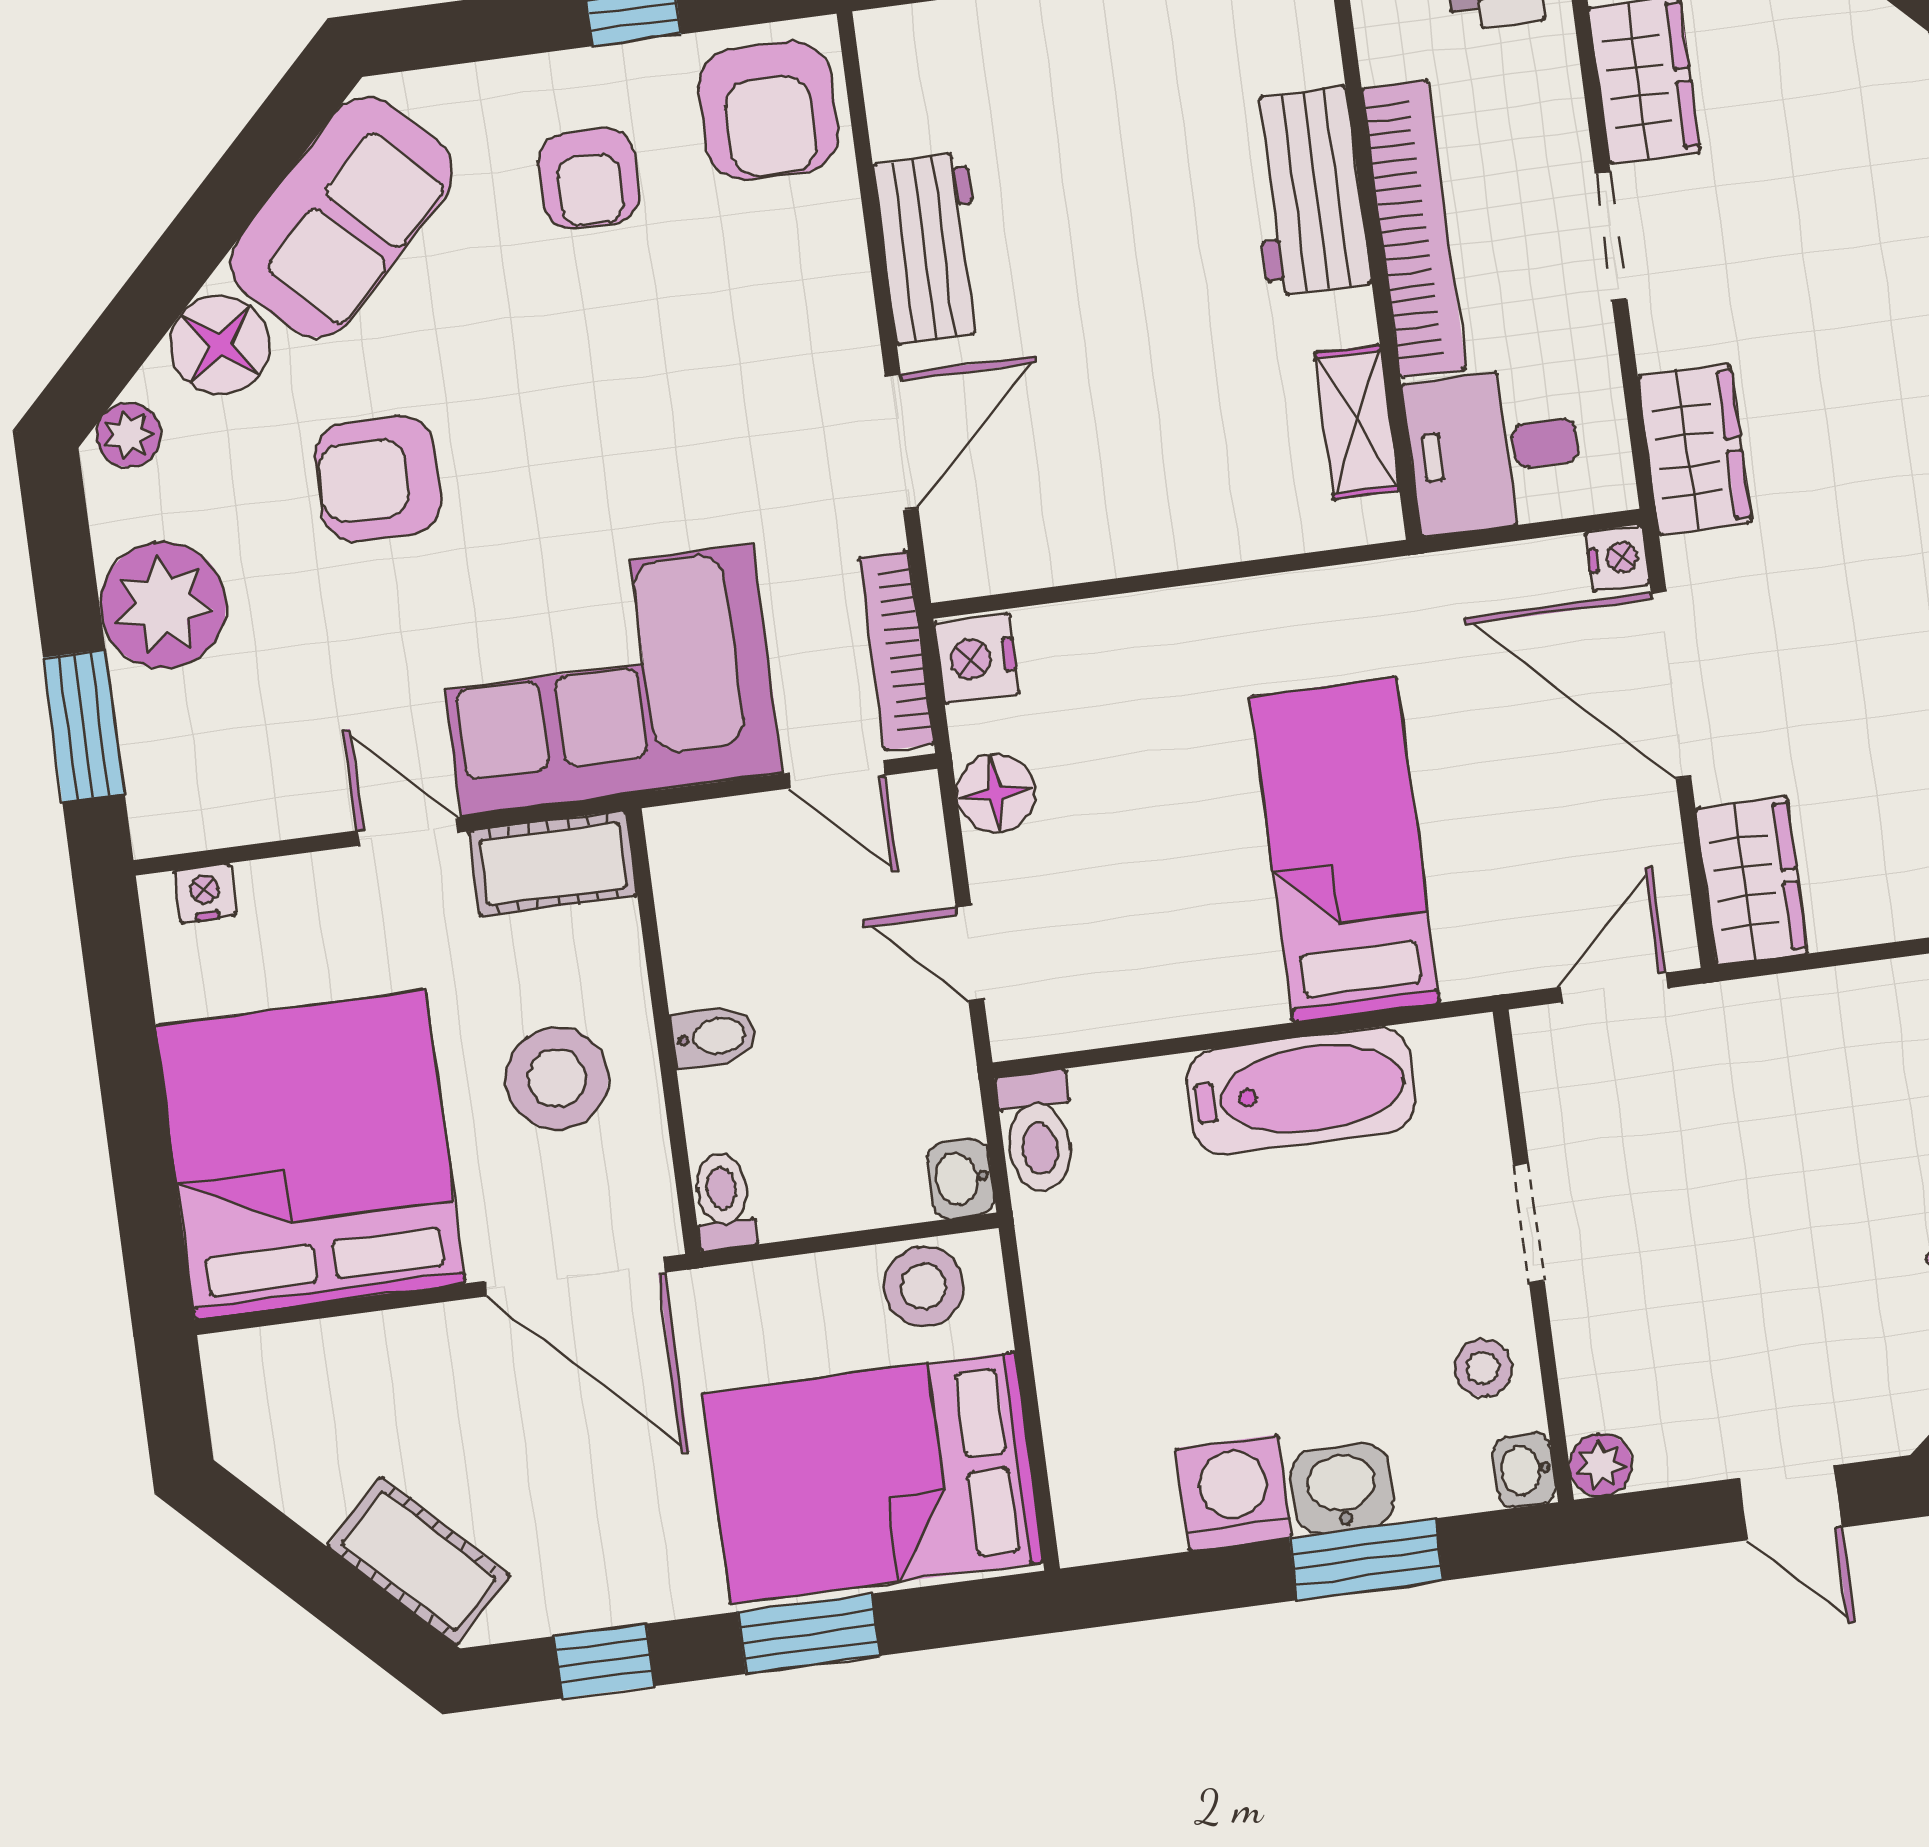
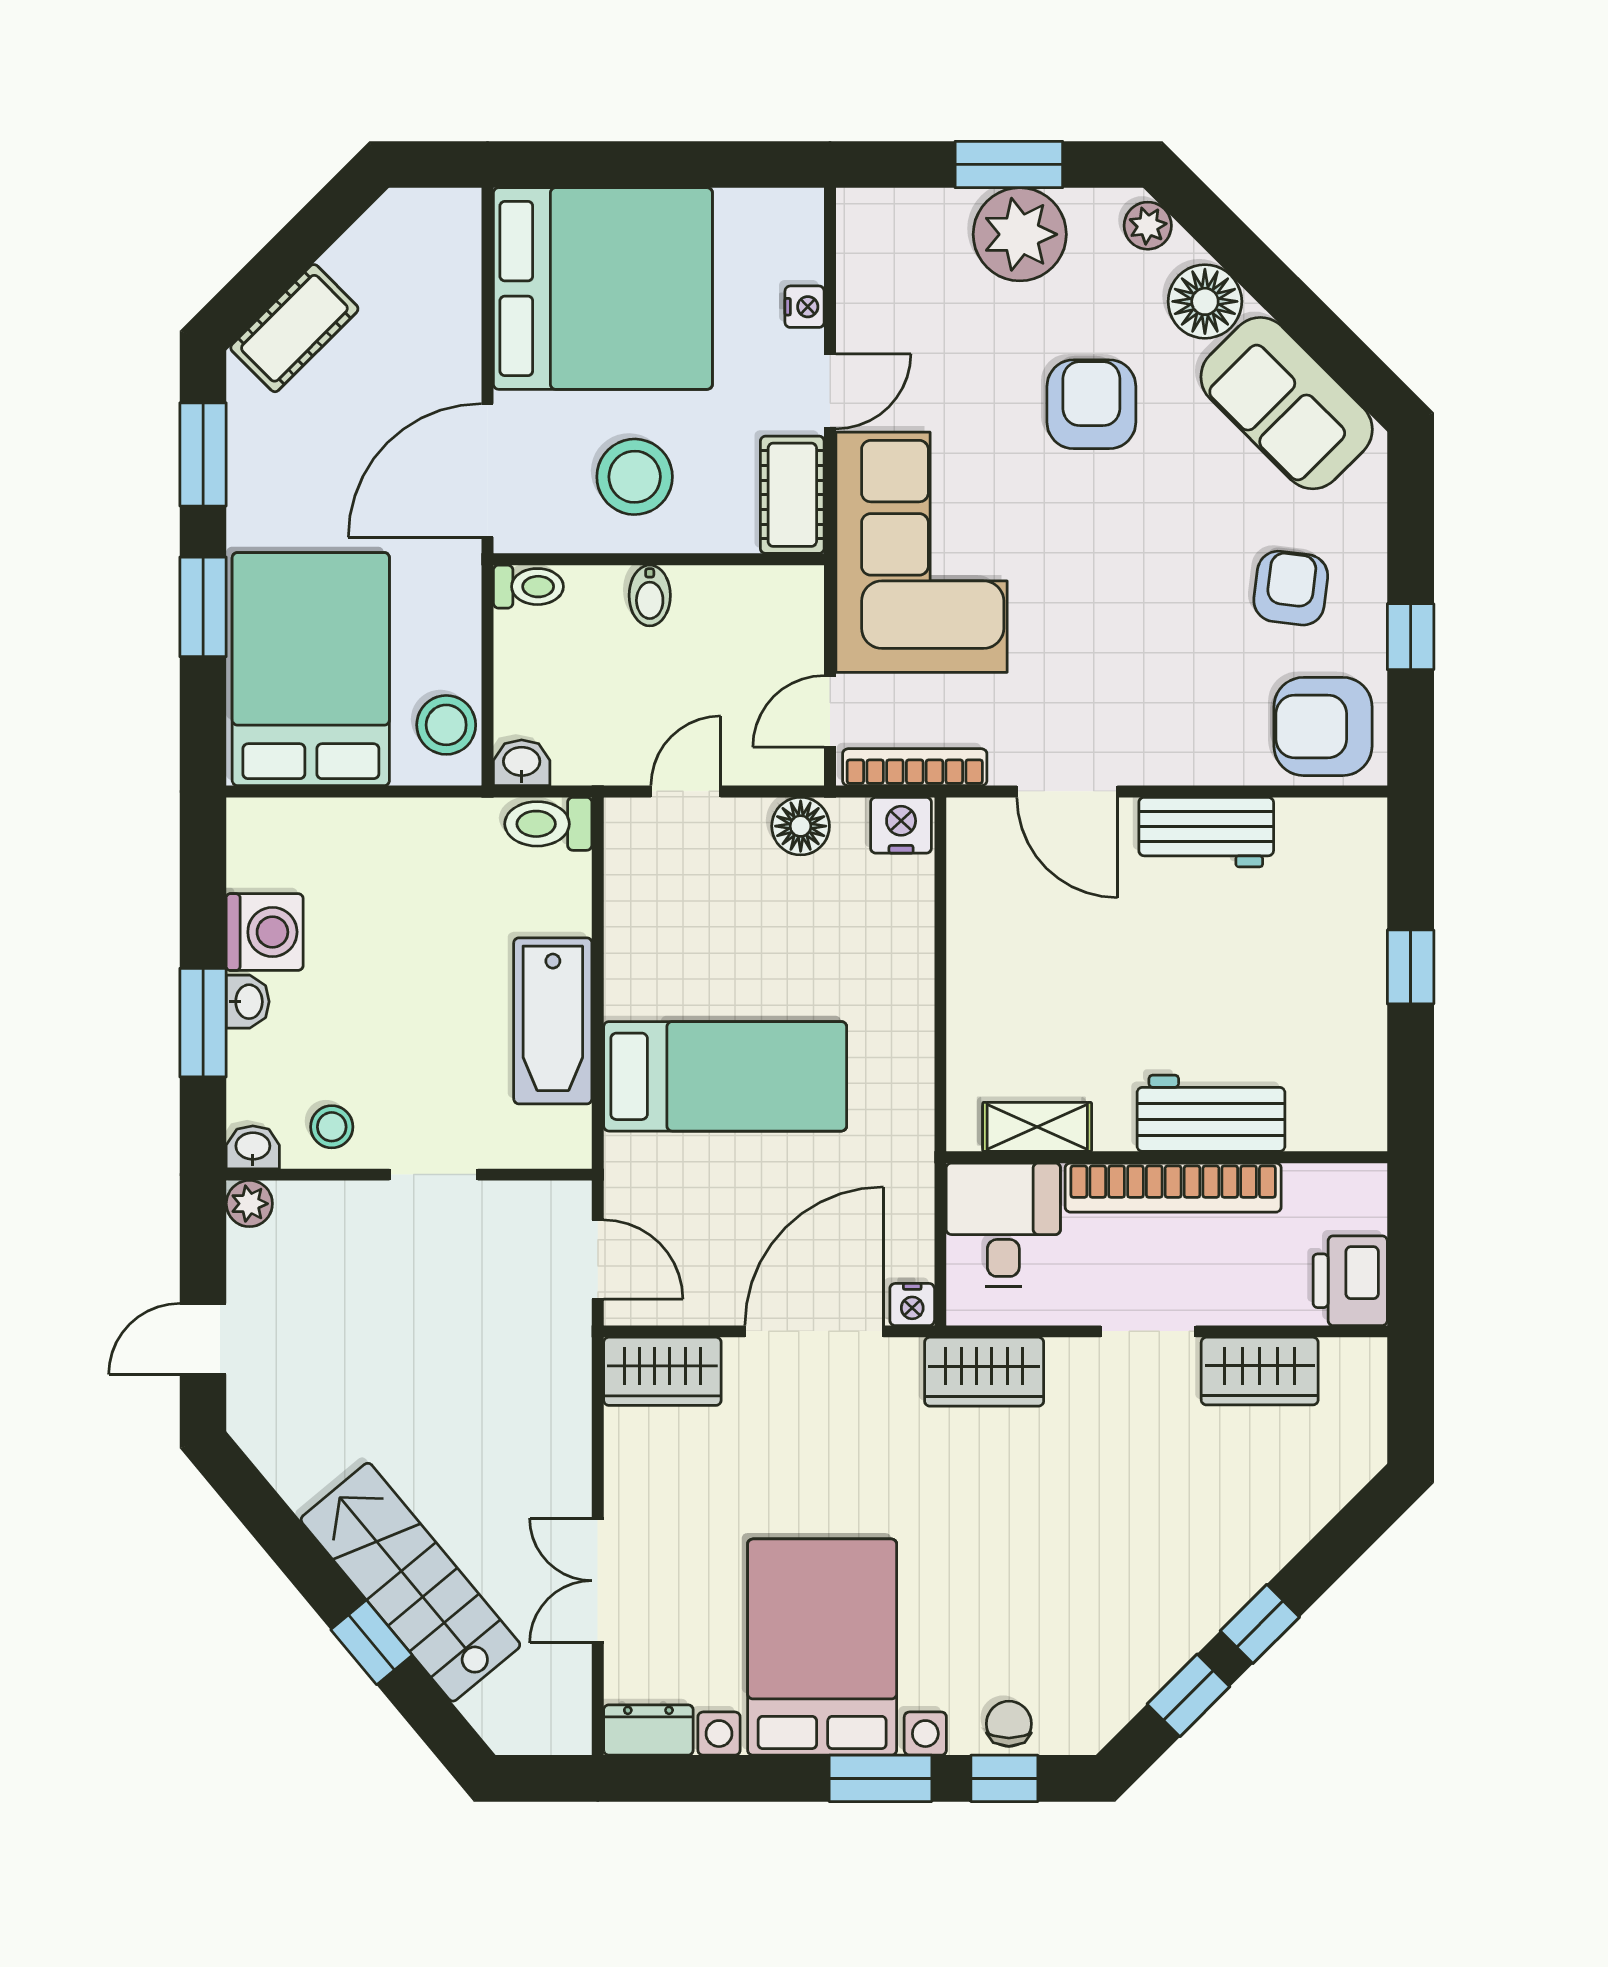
armchair: (589, 178) -> (1291, 588), turned 97
window: (84, 726) -> (1009, 164), moved
nightstand: (205, 893) -> (805, 307), moved
washbasin: (1342, 1489) -> (248, 1002), width x0.72, depth x0.69
window: (604, 1661) -> (203, 454), width x1.50

